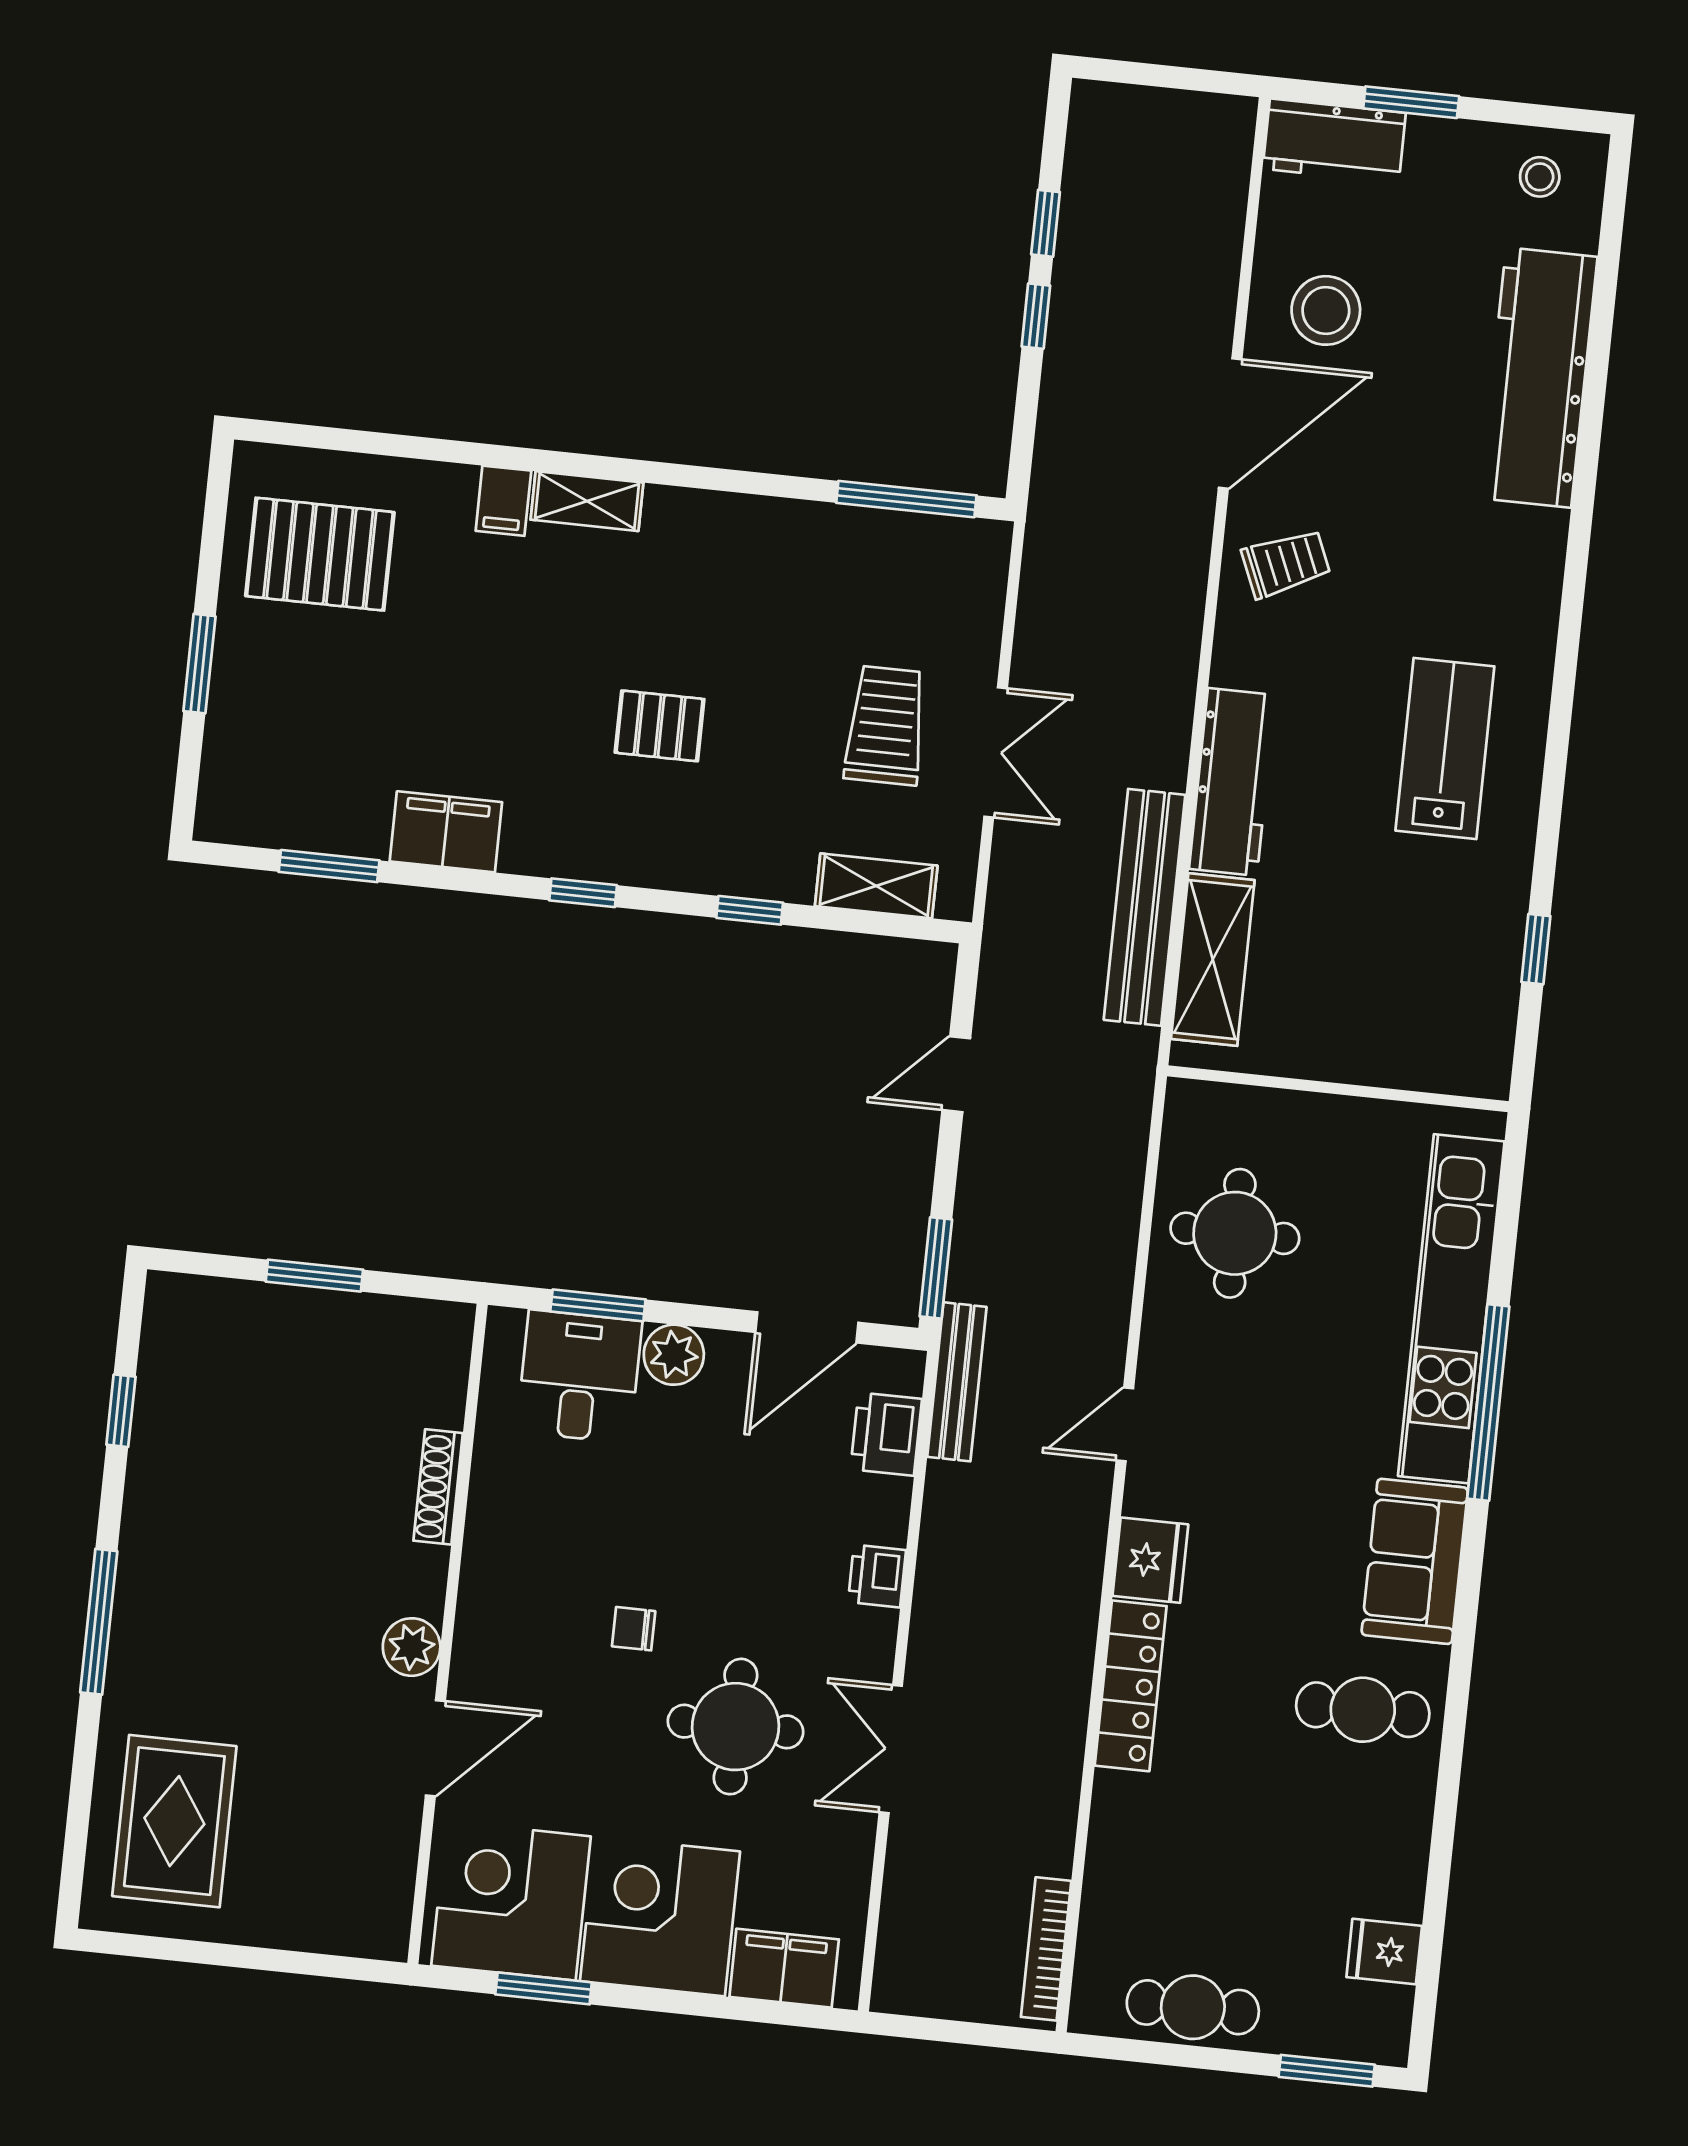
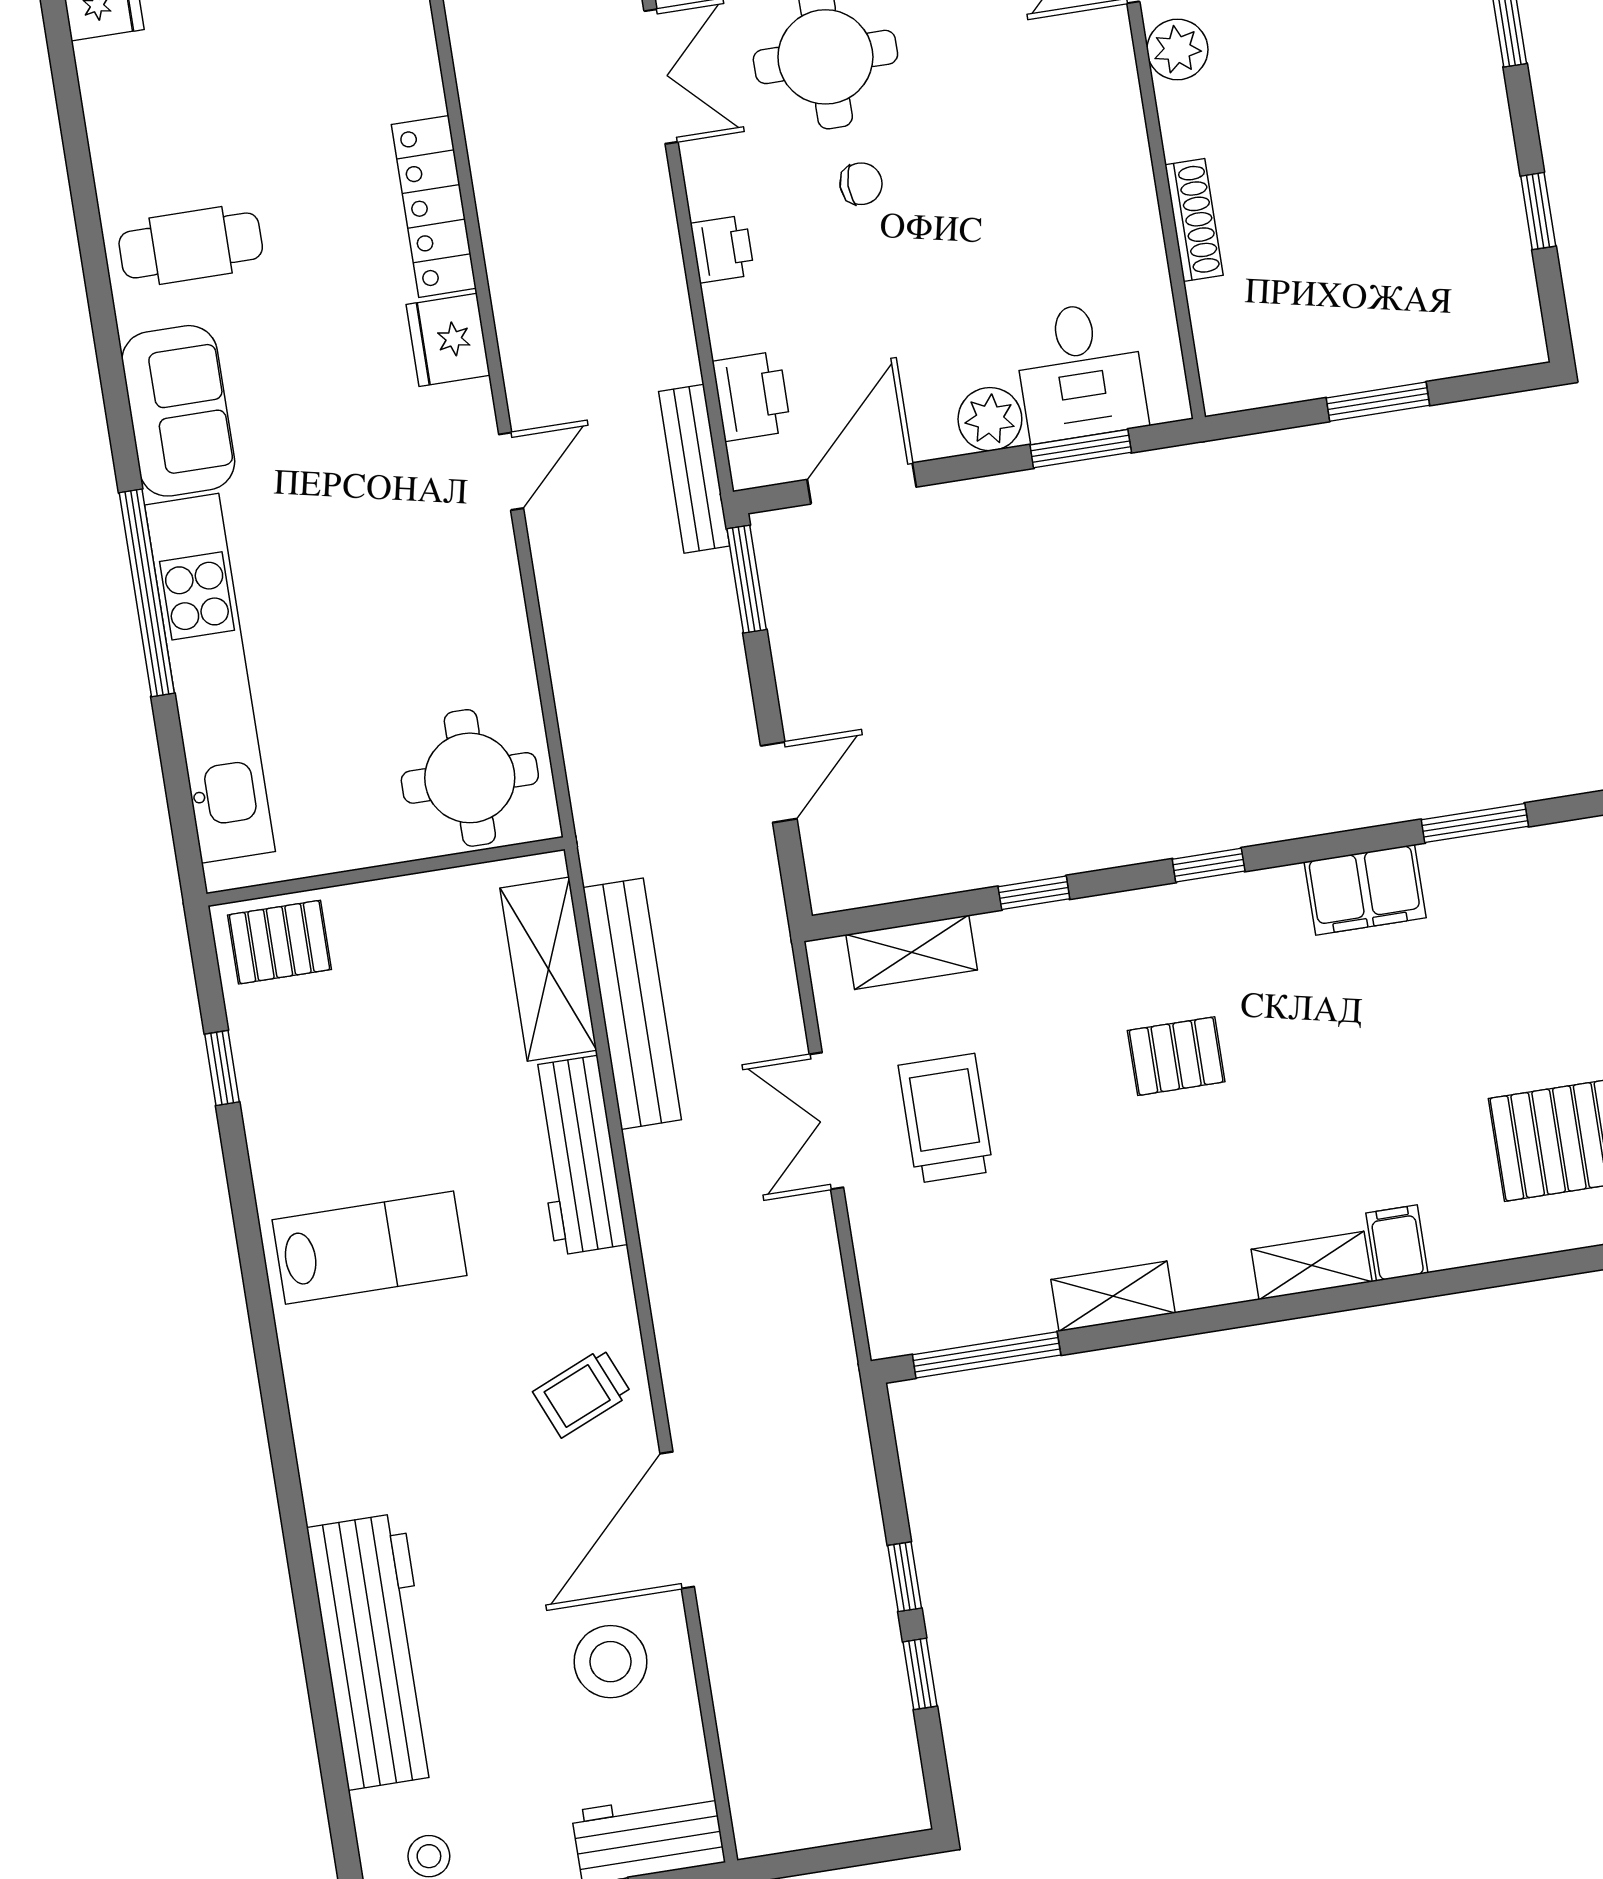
shelving: (776, 522) -> (1113, 1296), added
trolley: (886, 726) -> (946, 1118), turned 180
lab bench: (1445, 748) -> (369, 1248), turned -90
pallet: (1452, 1050) -> (280, 942), added
round table: (1235, 1233) -> (470, 778), moved
chair: (634, 1629) -> (861, 184), moved

